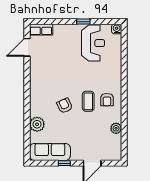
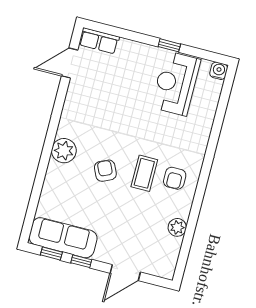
reception desk: (93, 43) -> (176, 83), turned 180
plant: (37, 124) -> (64, 151), moved
window: (45, 163) -> (51, 254), added

